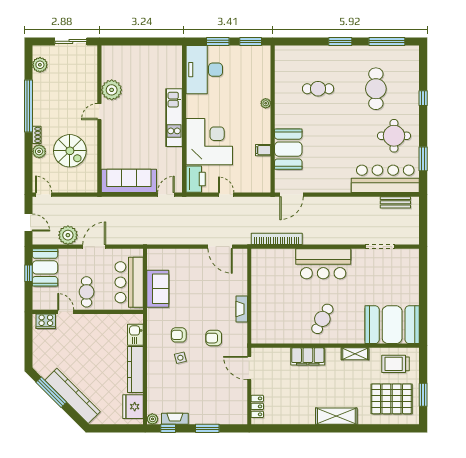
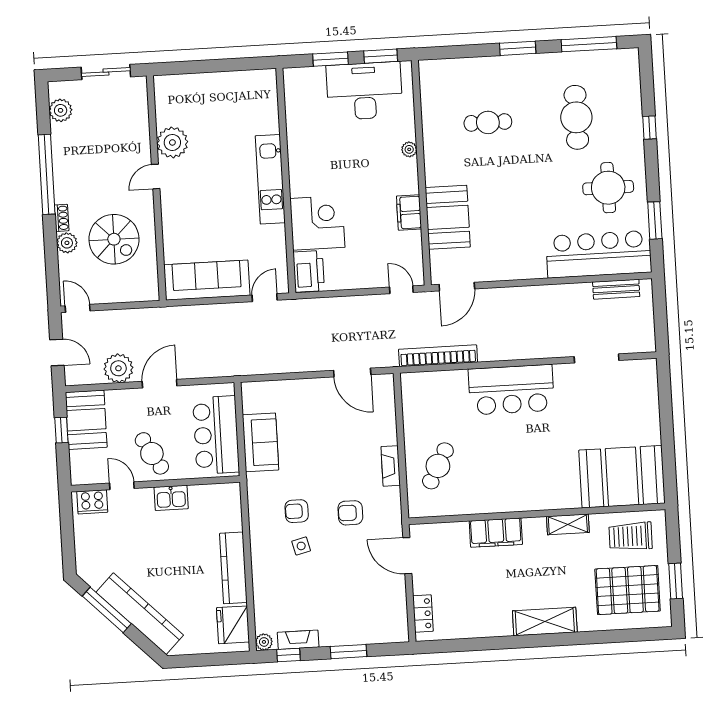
desk: (204, 70) -> (364, 91), moved, turned 90
corner desk: (209, 142) -> (317, 223), width x0.74, depth x0.74
filing cabinet: (263, 150) -> (409, 213), width x2.00
door: (226, 195) -> (401, 290), moved
cafe table: (87, 292) -> (152, 453), turned -30
cafe table: (322, 319) -> (438, 466), moved
kitchen sink: (135, 335) -> (171, 498), moved, turned -90

